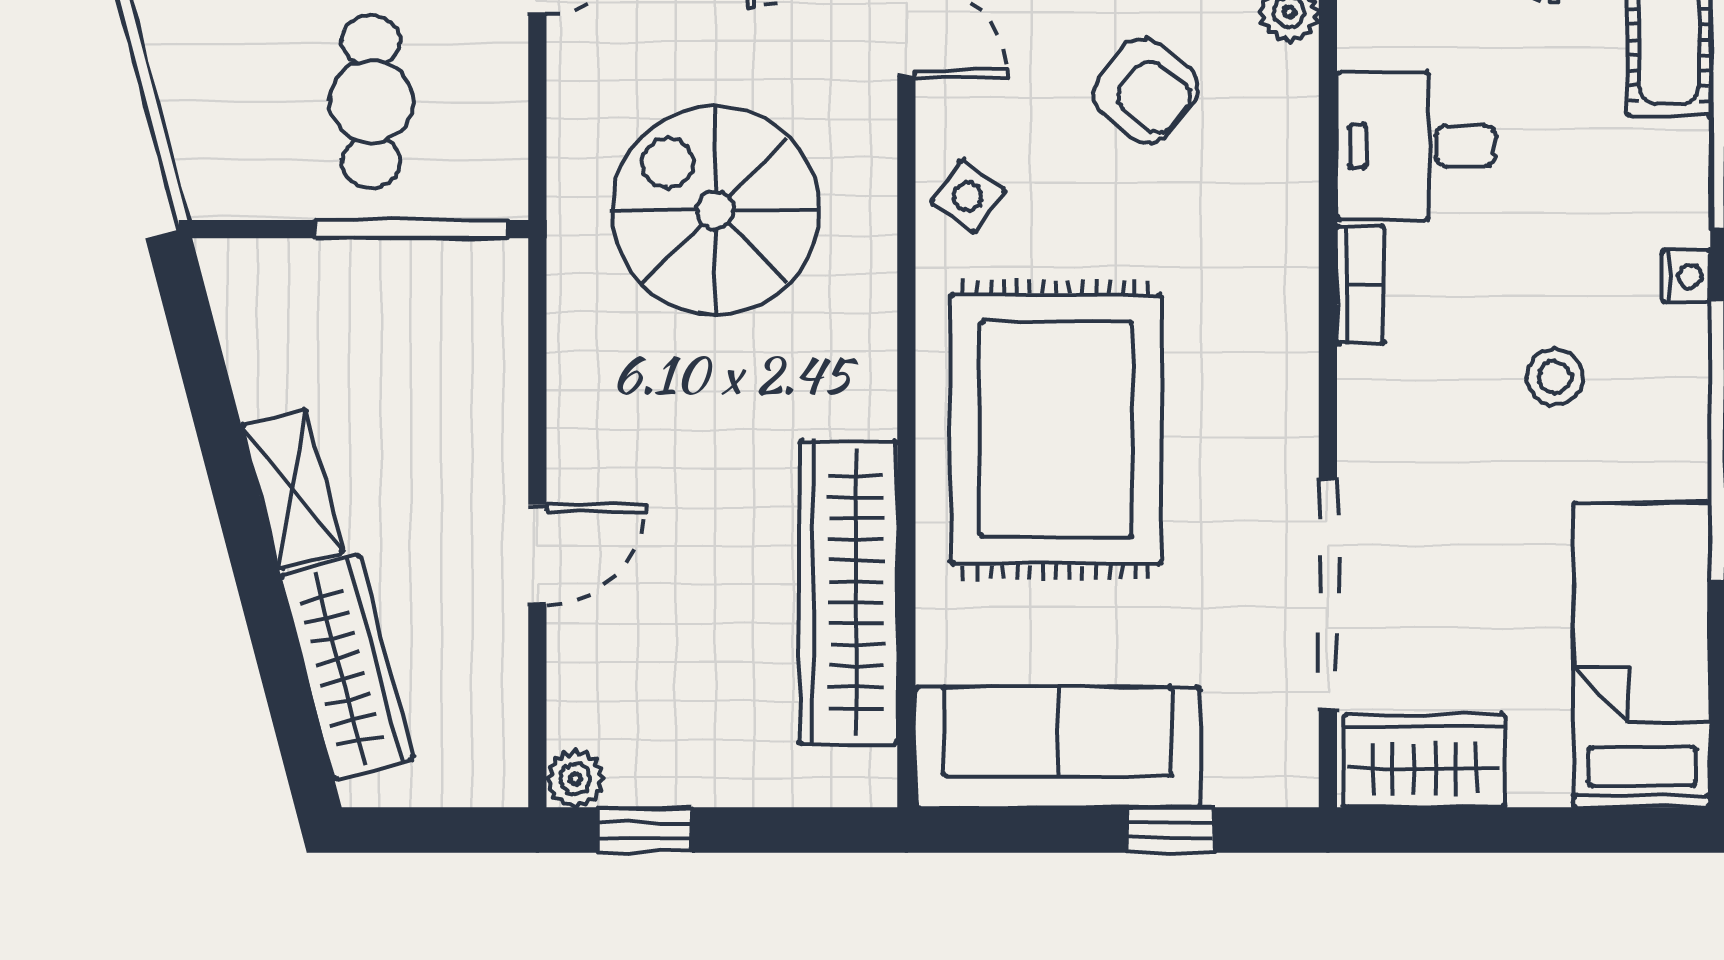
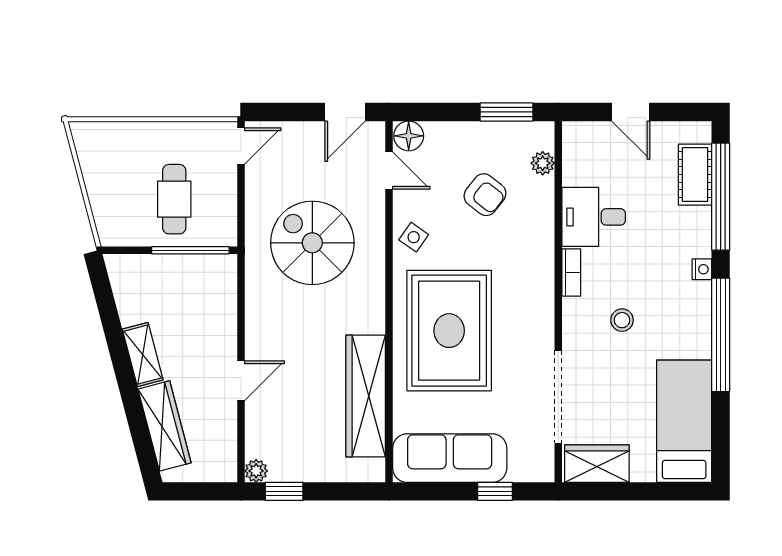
stool: (1555, 377) -> (622, 320), moved

